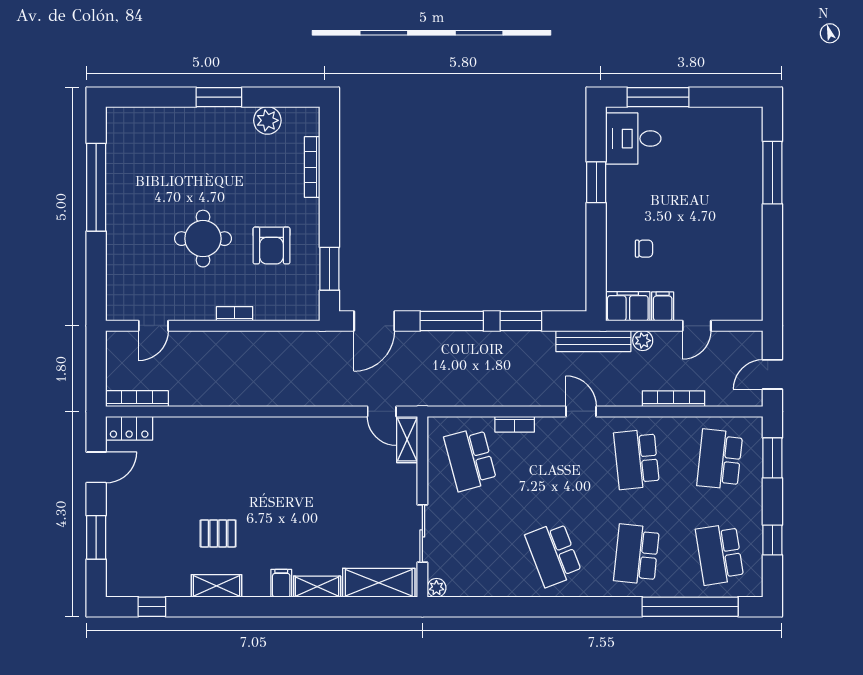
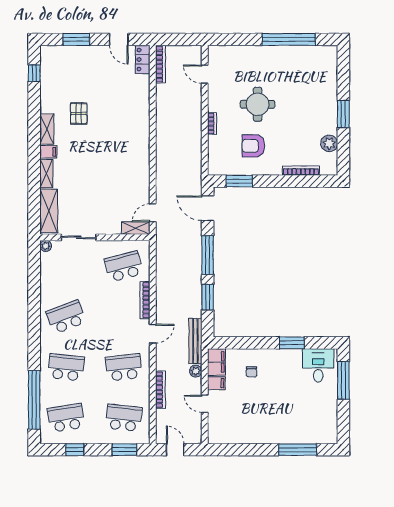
bookcase: (515, 424) -> (145, 300), width x1.56
shelving: (216, 586) -> (47, 129), moved

